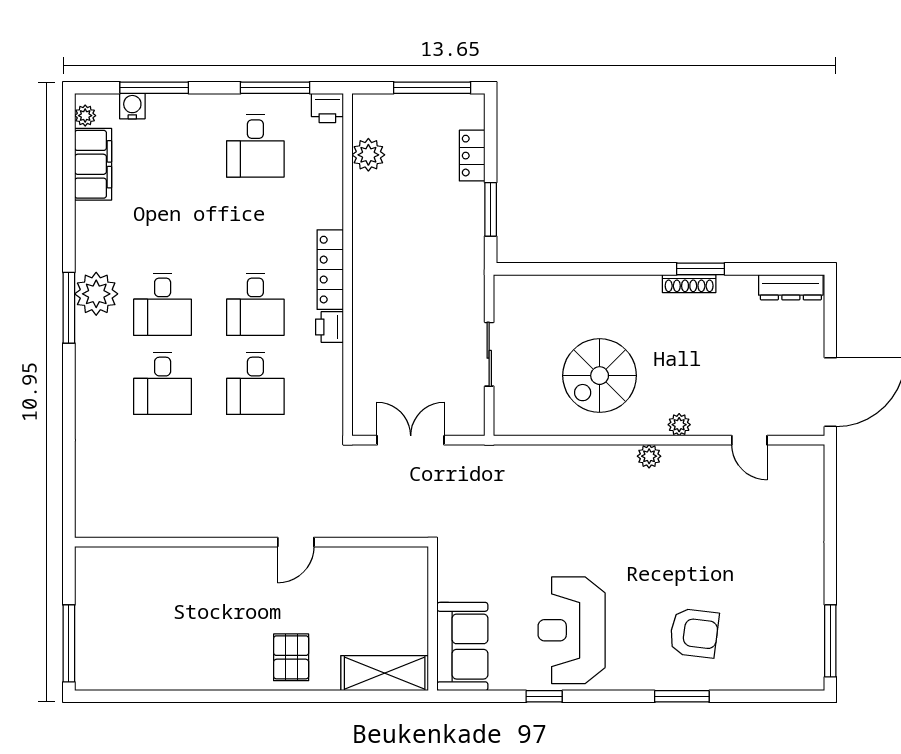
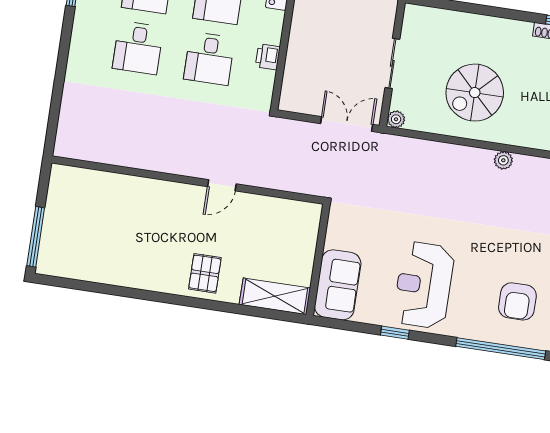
printer: (330, 327) -> (268, 57), moved
plant: (679, 425) -> (396, 119), moved
double door: (411, 440) -> (347, 124), moved
armchair: (694, 633) -> (517, 301), turned 83
window: (682, 696) -> (501, 349), width x2.11

